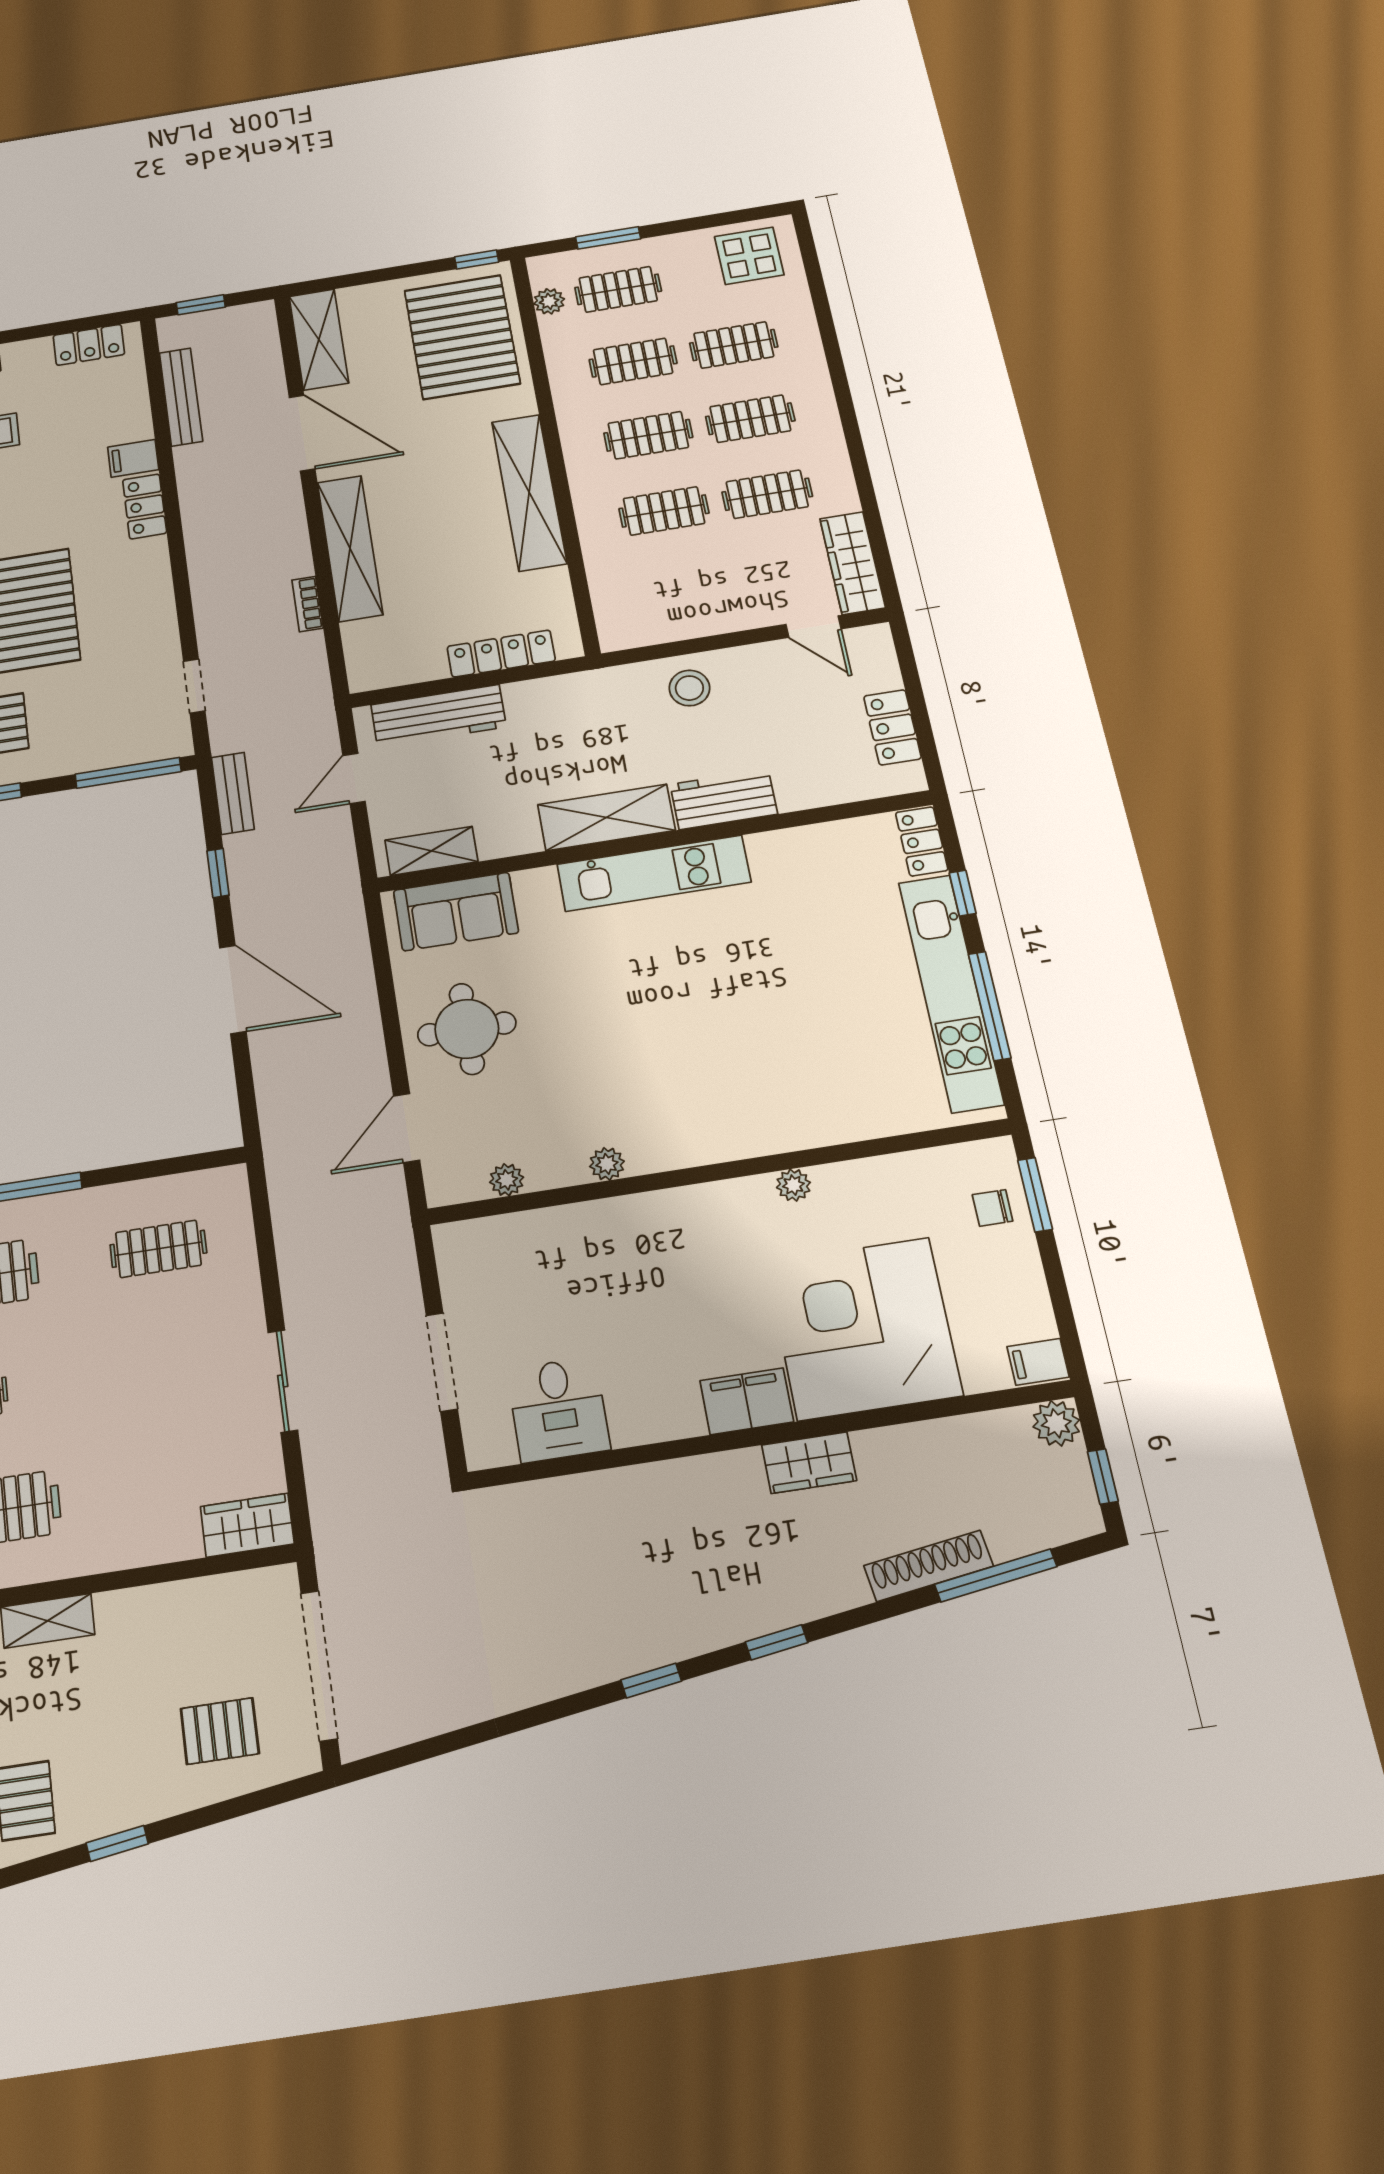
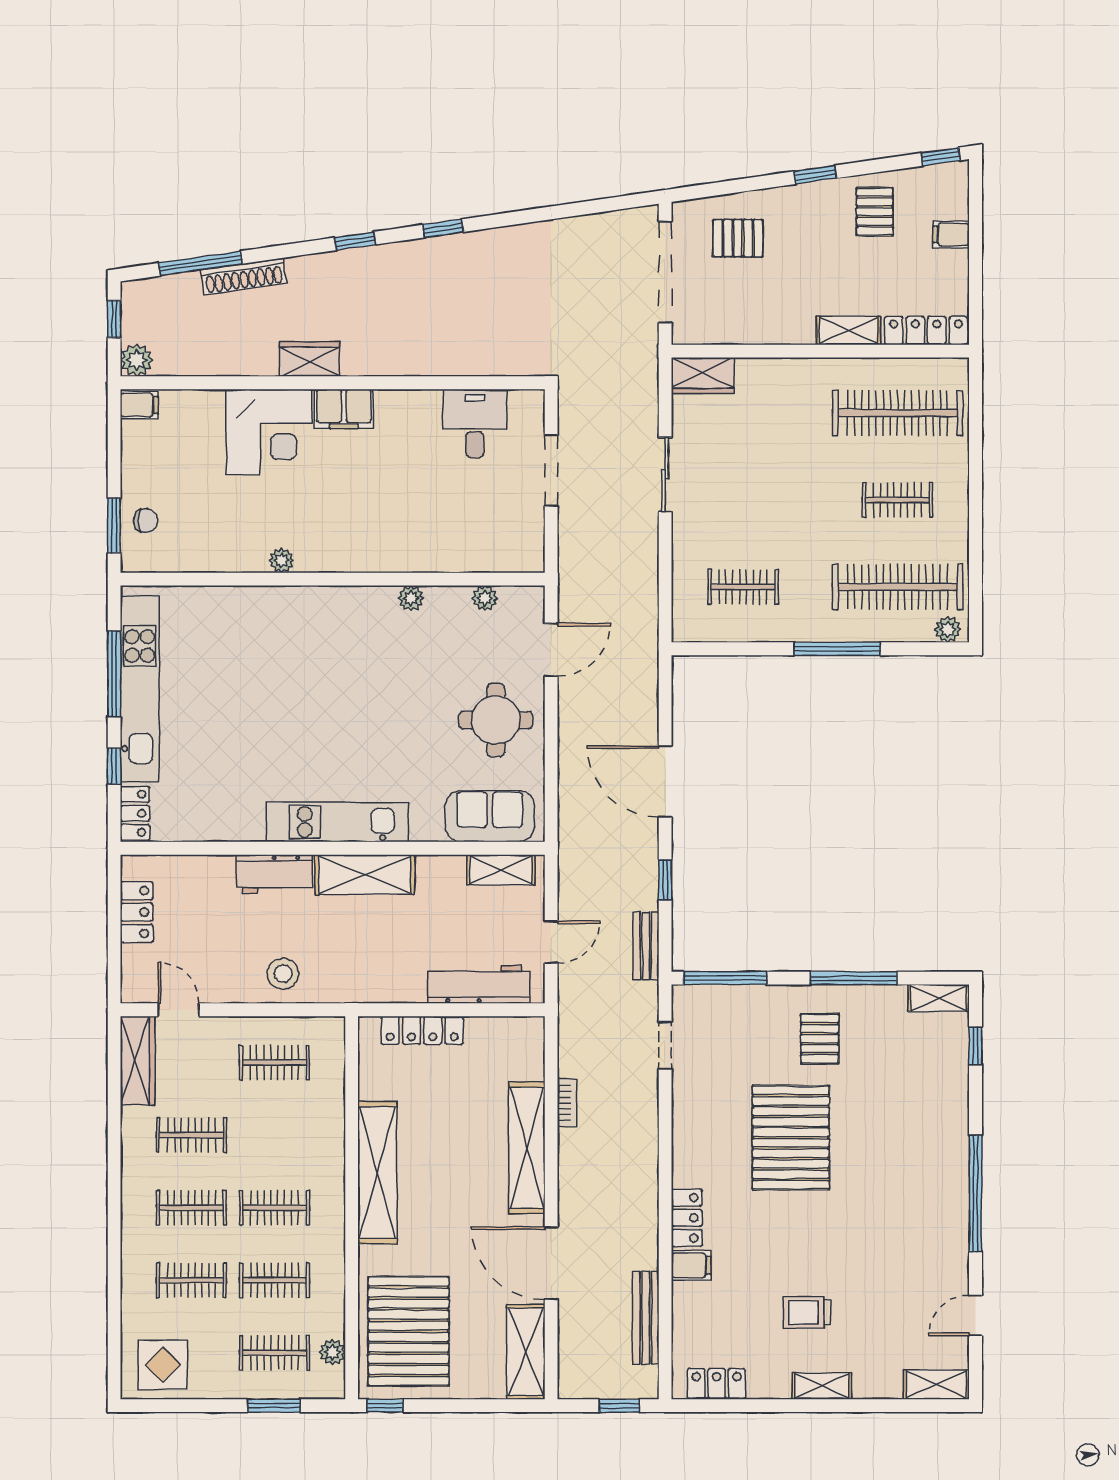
clothes rail: (664, 511) -> (274, 1063), moved
corner desk: (864, 1329) -> (269, 432), width x0.74, depth x0.74

